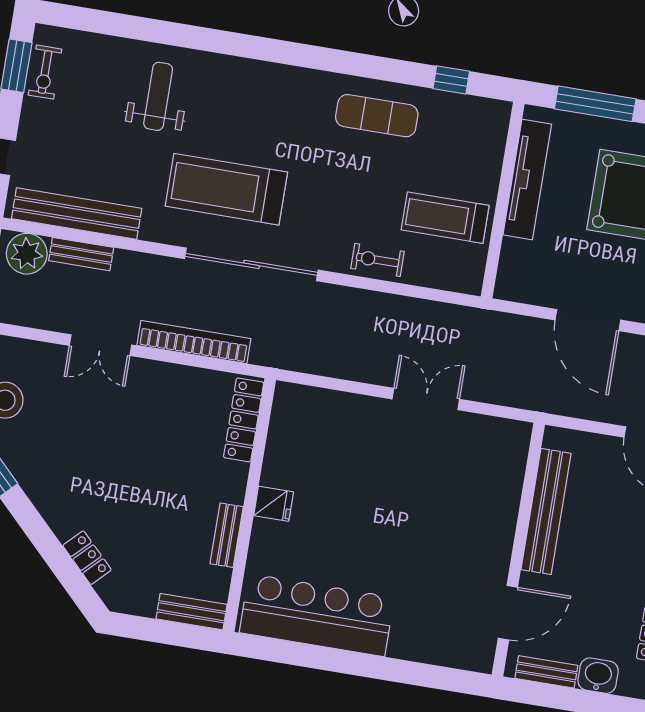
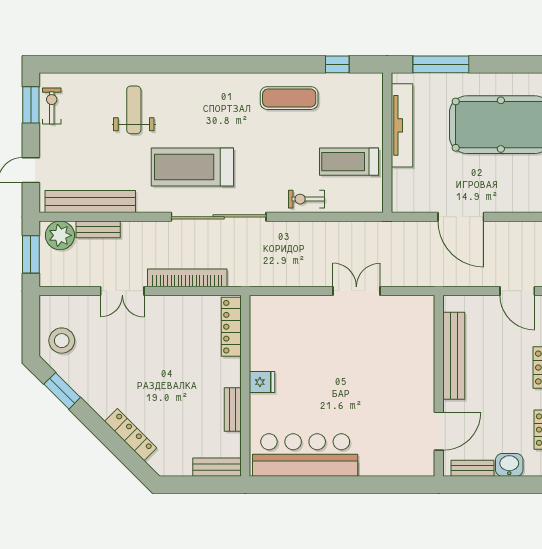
exercise bike: (45, 72) -> (52, 106), turned 180
locker: (87, 558) -> (131, 435), width x1.53

